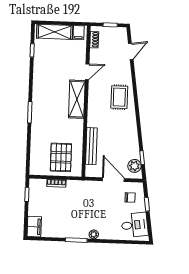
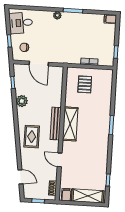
door: (131, 51) -> (20, 177), swing flipped
door: (87, 72) -> (60, 160), hinge flipped
shelving: (77, 99) -> (70, 124), moved
bench: (91, 146) -> (56, 124), moved
pallet: (61, 157) -> (85, 84), width x0.67, depth x0.71
plant: (134, 166) -> (22, 101), moved
filing cabinet: (34, 227) -> (110, 19), width x0.50

